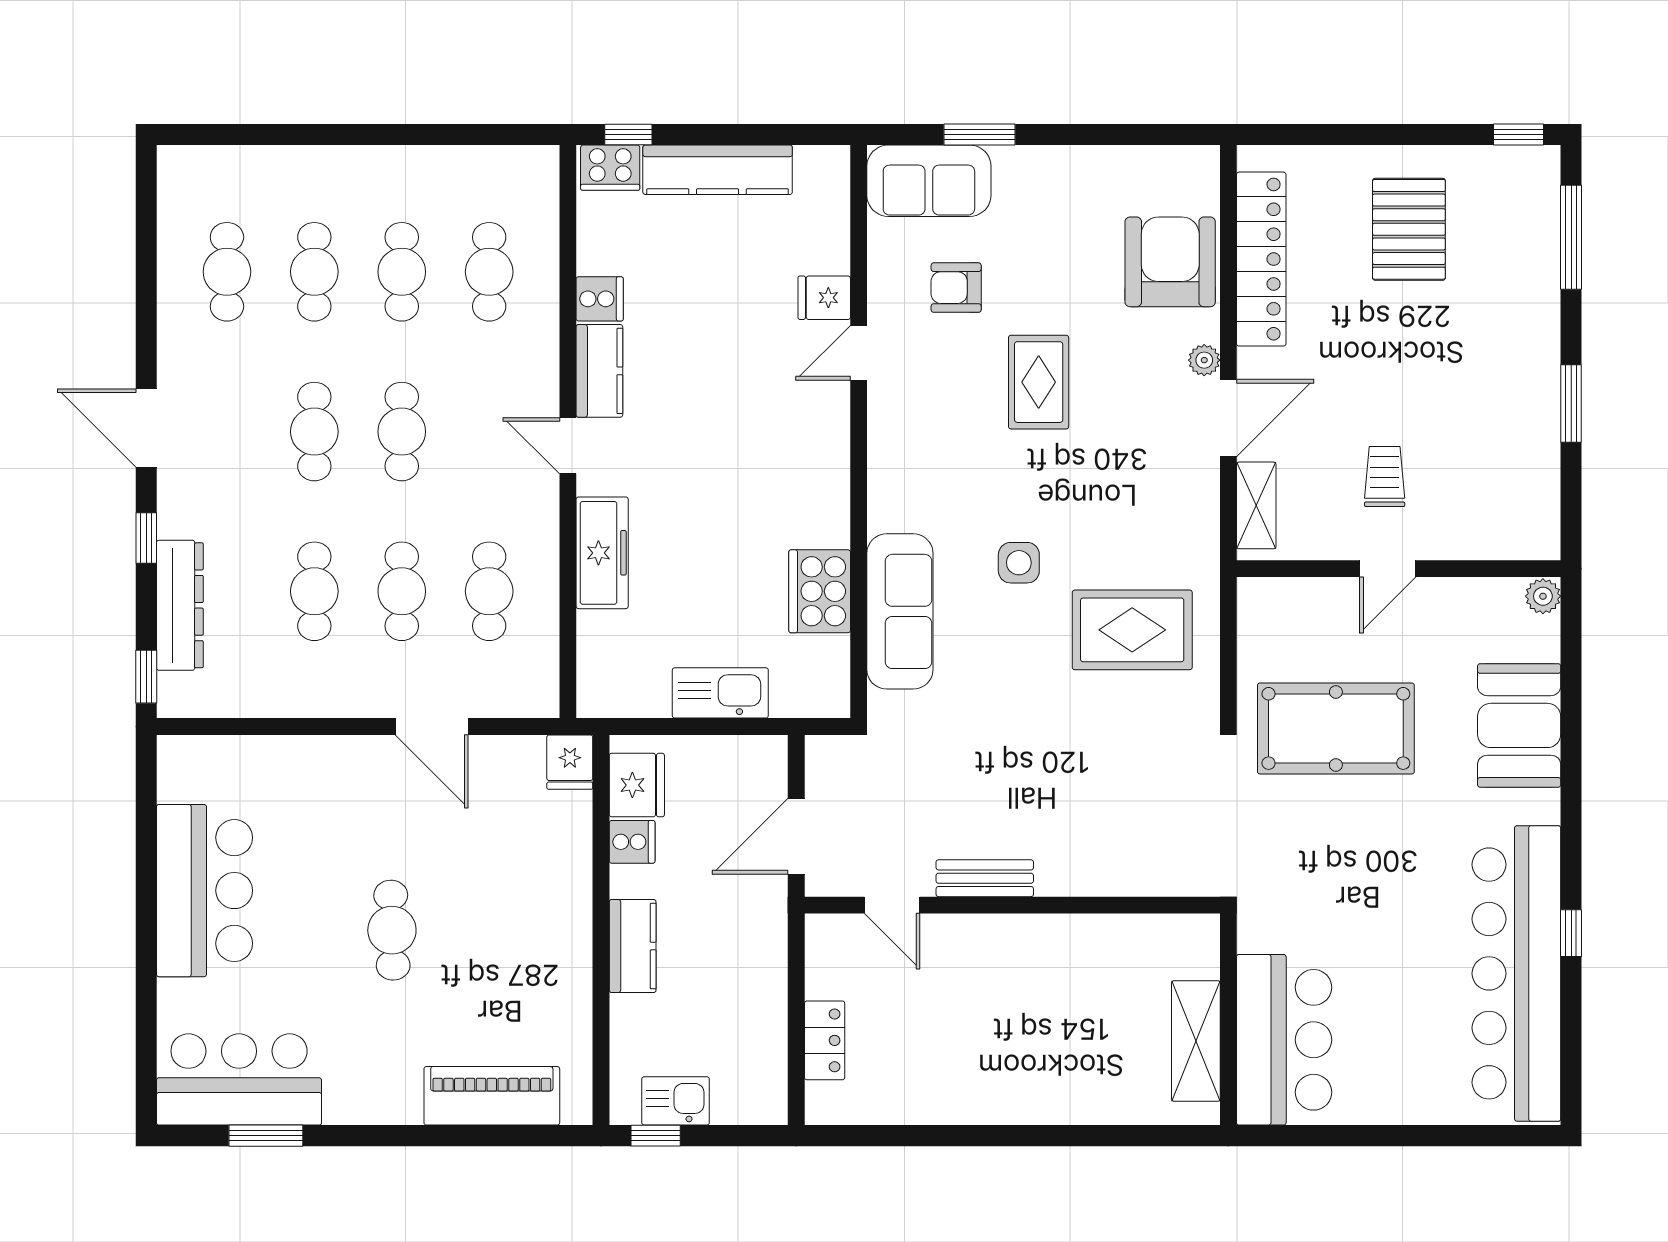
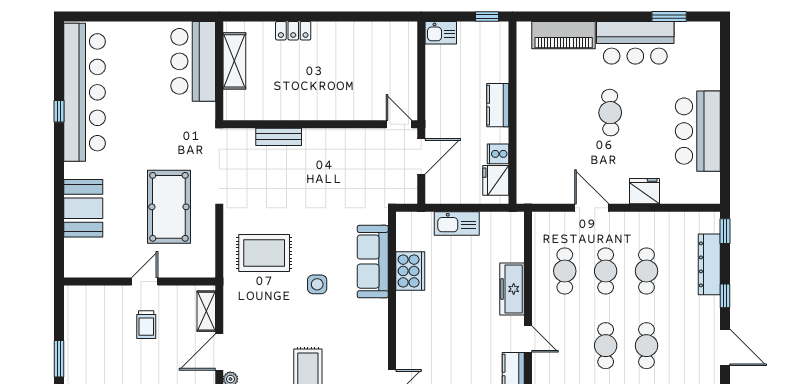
plant: (1543, 596) -> (72, 269), removed
pool table: (1336, 728) -> (169, 207), turned 90
fridge: (570, 762) -> (645, 191), moved, width x1.38
bench: (985, 878) -> (279, 137), moved
door: (892, 905) -> (399, 124), moved
locker: (825, 1040) -> (293, 31), moved, turned -90
bar counter: (239, 1079) -> (635, 43), moved
kitchen sink: (676, 1101) -> (441, 33), moved

